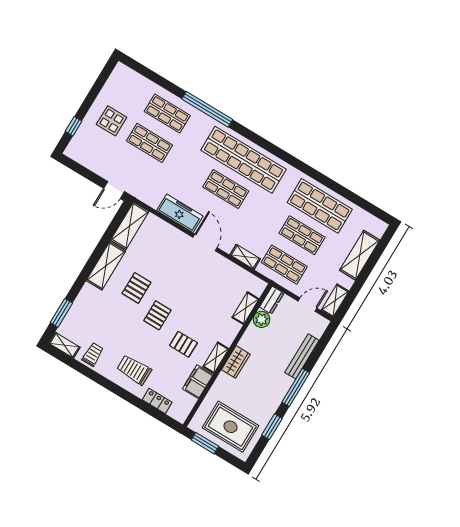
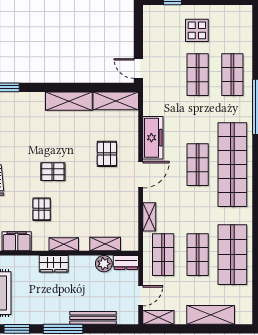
pallet: (136, 288) -> (107, 154), moved, turned 90
door: (308, 305) -> (141, 296), hinge flipped
shelving: (216, 358) -> (64, 244), moved

